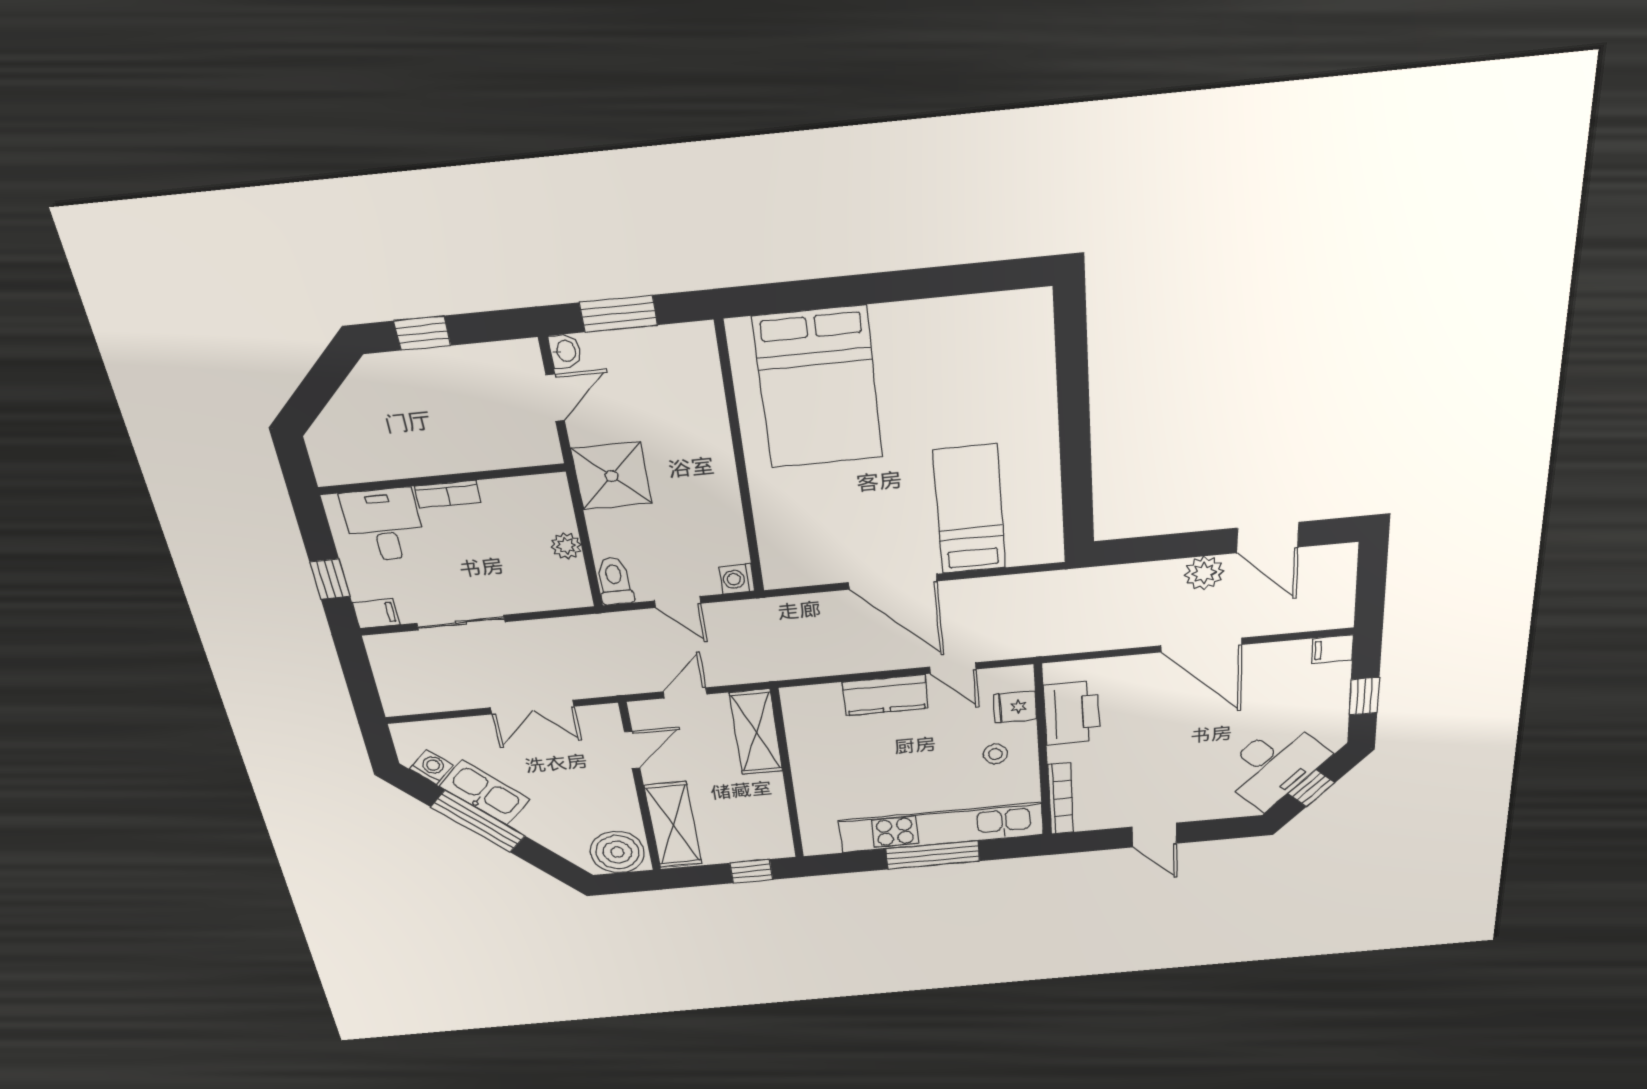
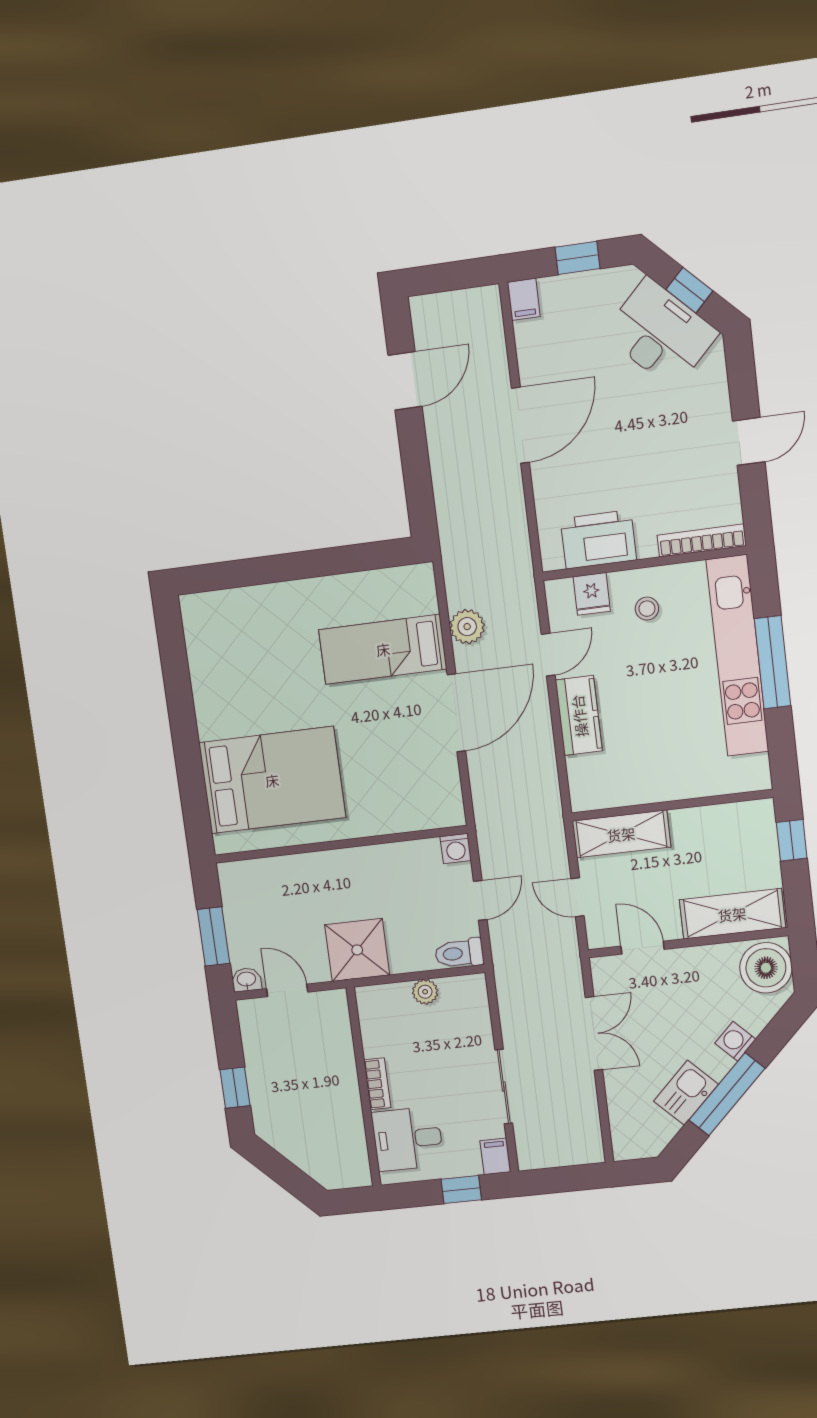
plant: (1204, 573) -> (467, 627), moved
washing machine: (431, 767) -> (735, 1041), moved
kitchen sink: (484, 793) -> (686, 1093), width x0.73

